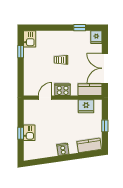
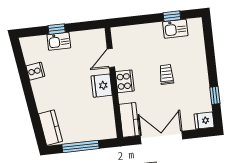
kitchen sink: (30, 39) -> (175, 29), moved
door: (45, 98) -> (111, 58), swing flipped
fridge: (86, 106) -> (102, 86), moved
window: (105, 126) -> (80, 146), width x2.17
cooker: (63, 149) -> (35, 71), moved

